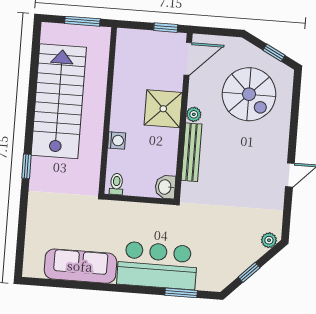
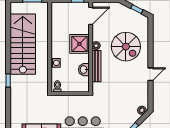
spiral stairs: (249, 94) -> (126, 47), moved
washbasin: (165, 187) -> (84, 70), moved

